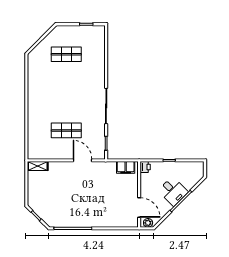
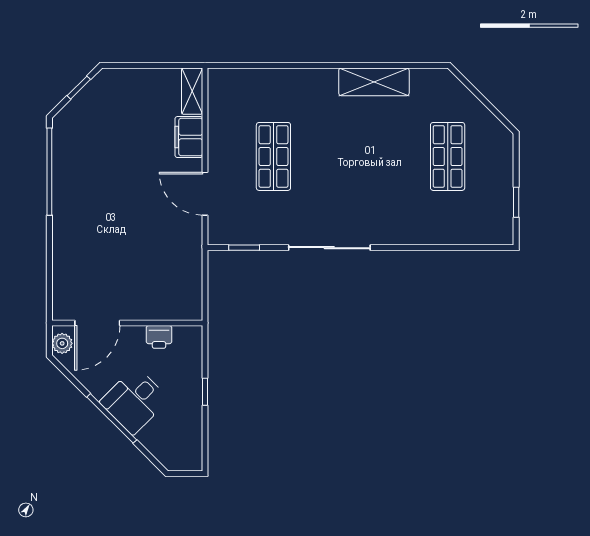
shelving: (34, 86) -> (374, 82), added
door: (83, 160) -> (205, 194), swing flipped
filing cabinet: (126, 167) -> (189, 137), moved
printer: (145, 167) -> (159, 337), moved

